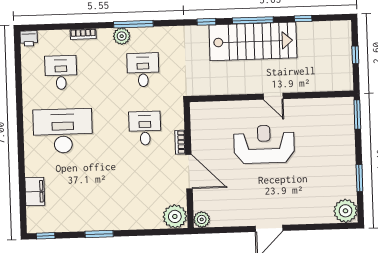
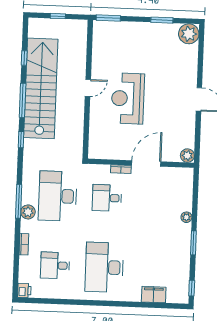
stairs: (253, 41) -> (41, 88), width x1.36
desk: (143, 70) -> (58, 196), width x1.87, depth x1.30
plant: (175, 216) -> (186, 217), moved, width x0.53, depth x0.53

